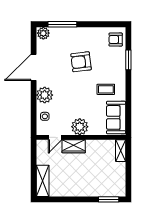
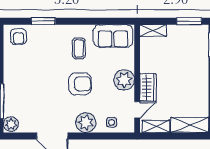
armchair: (81, 62) -> (80, 84), moved, turned -83
door: (55, 137) -> (137, 110), hinge flipped
shelving: (41, 153) -> (156, 126), added
window: (128, 180) -> (189, 21), added

